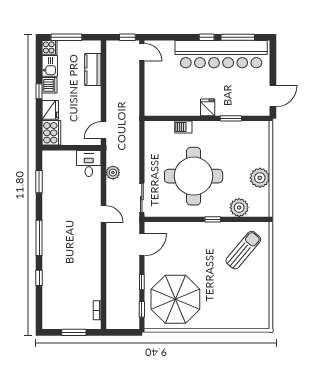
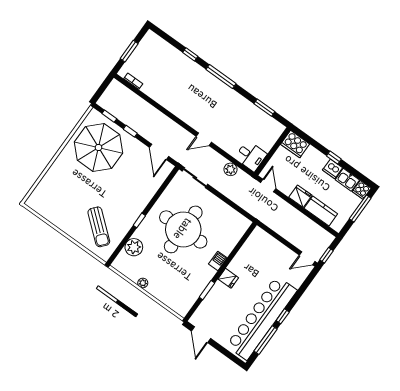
fridge: (50, 110) -> (300, 196), moved, turned 180
barbecue: (183, 127) -> (218, 261), moved
plant: (260, 178) -> (143, 283), width x0.53, depth x0.53

